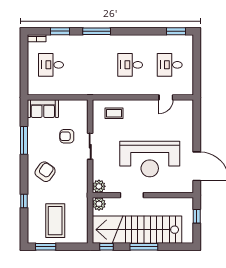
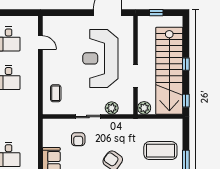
reception desk: (150, 159) -> (100, 58), turned 180
plant: (99, 186) -> (112, 108), moved
window: (144, 247) -> (186, 64), width x0.46

